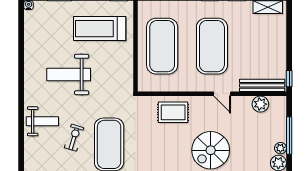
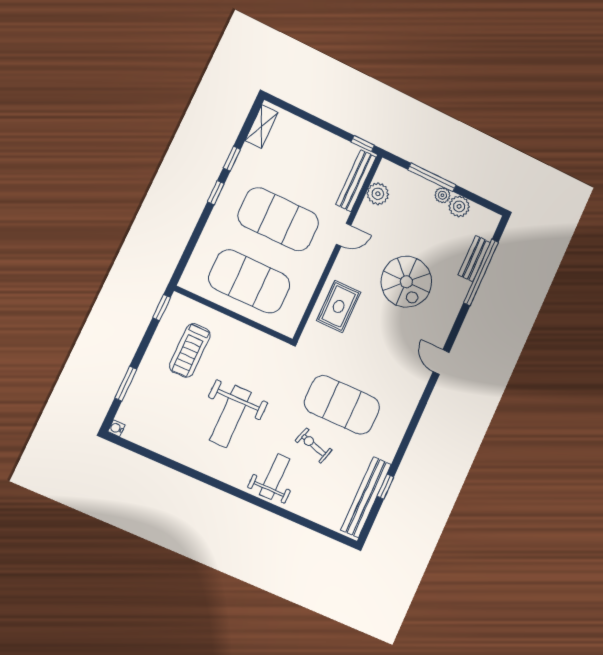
treadmill: (100, 29) -> (190, 350), width x0.73, depth x0.73

